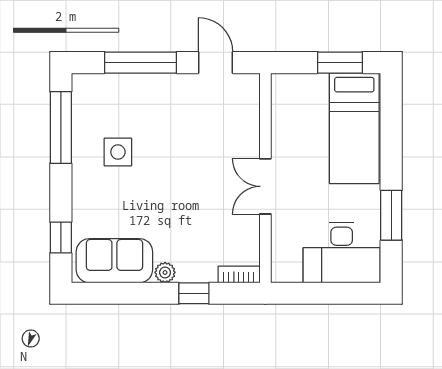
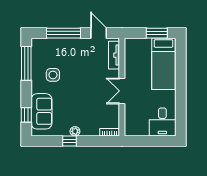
tv unit: (249, 110) -> (114, 55), added
window: (391, 215) -> (181, 104), removed
desk: (342, 253) -> (162, 122), width x0.73
sofa: (114, 261) -> (41, 111), moved, turned 90
window: (194, 293) -> (70, 141), moved

